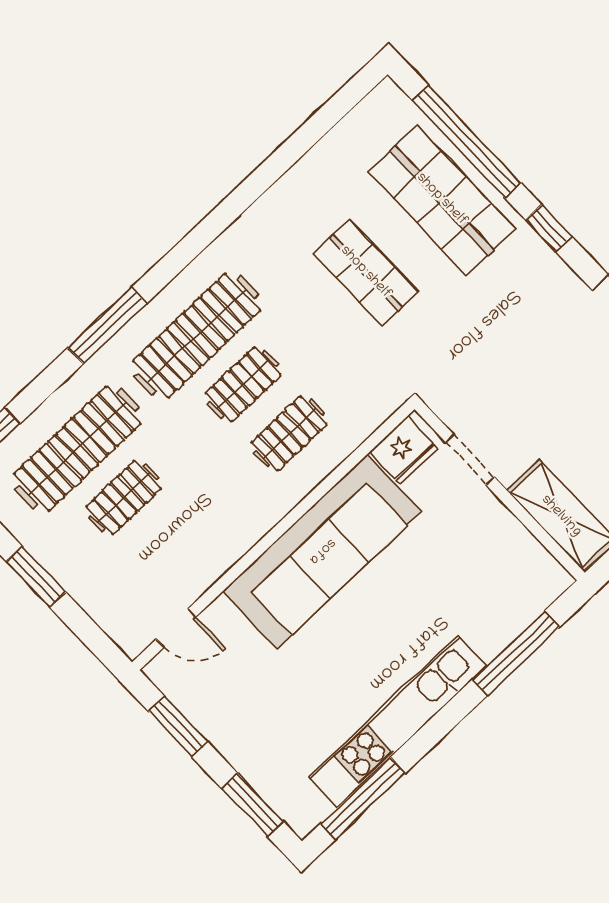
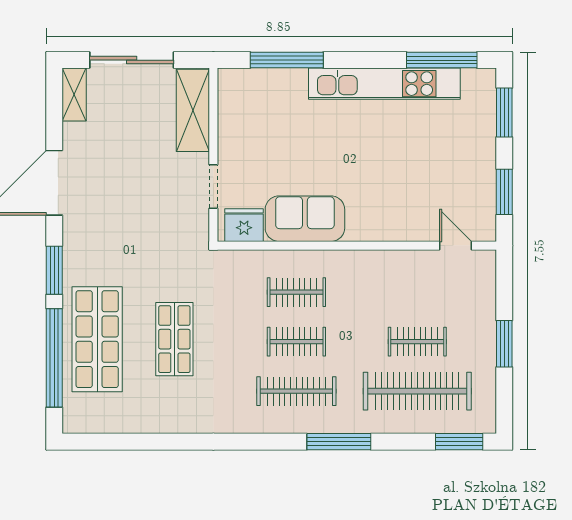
window: (549, 228) -> (54, 270), width x1.50
clothes rail: (197, 336) -> (296, 391), width x0.73, depth x0.76
sofa: (322, 551) -> (305, 219), width x0.54, depth x0.79

